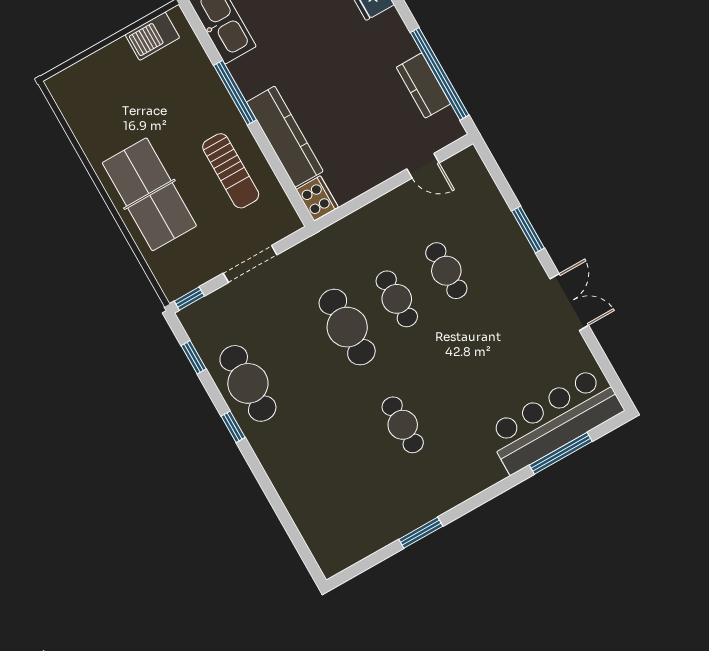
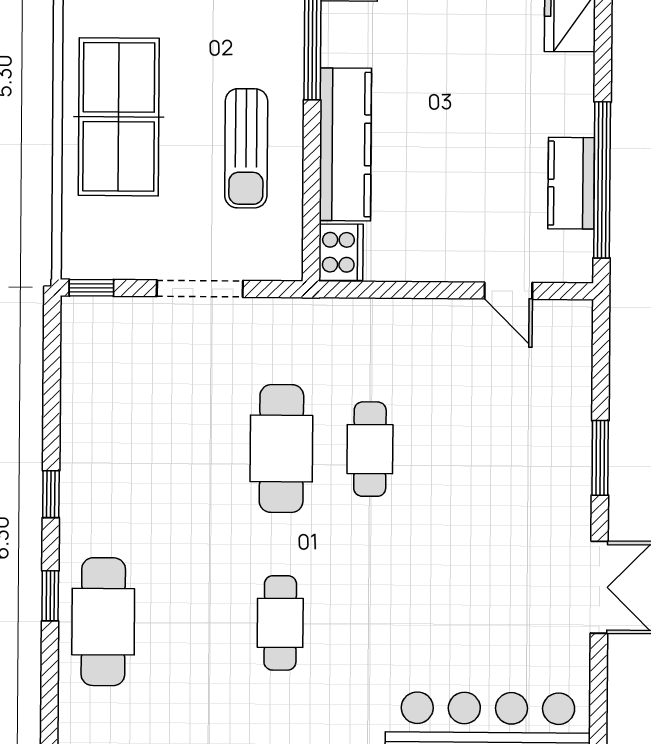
cafe table: (446, 271) -> (458, 450), removed
window: (194, 357) -> (50, 596), moved
cafe table: (248, 383) -> (103, 622), moved

